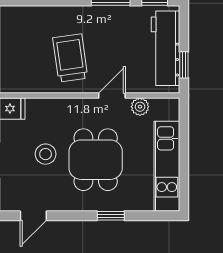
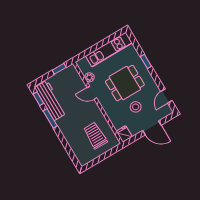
workbench: (165, 48) -> (50, 100), moved, turned -90
trolley: (70, 58) -> (95, 136), moved, turned 98
door: (33, 216) -> (166, 96), swing flipped

